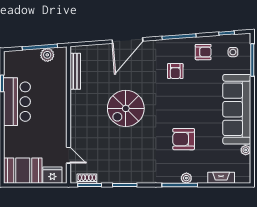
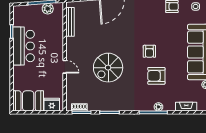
armchair: (175, 71) -> (149, 51), moved
spiral stairs: (126, 108) -> (108, 68), moved
door: (69, 155) -> (65, 67), moved

